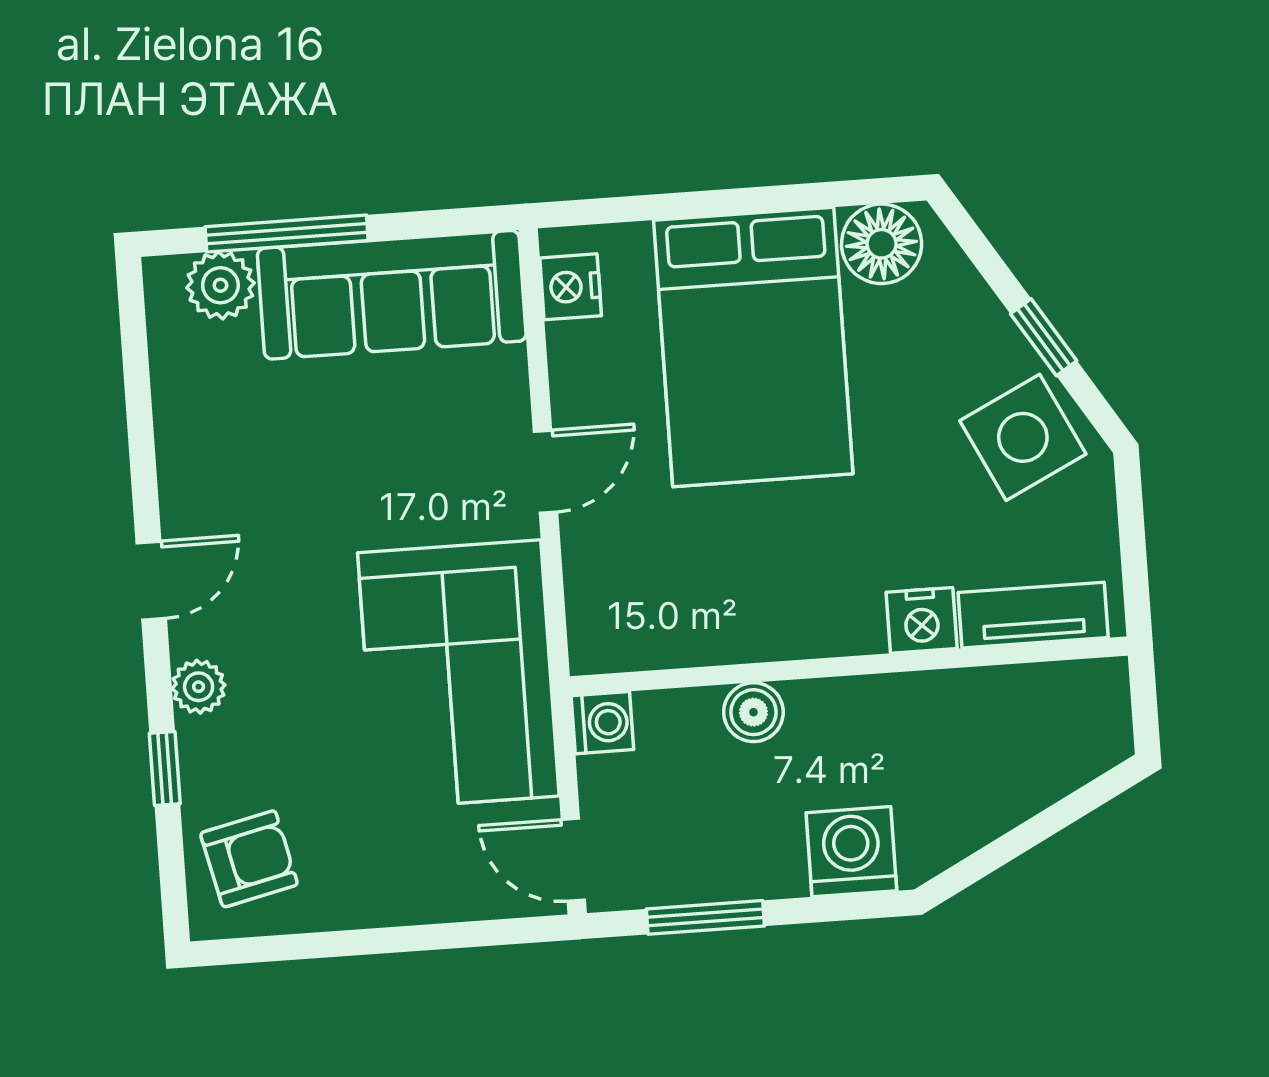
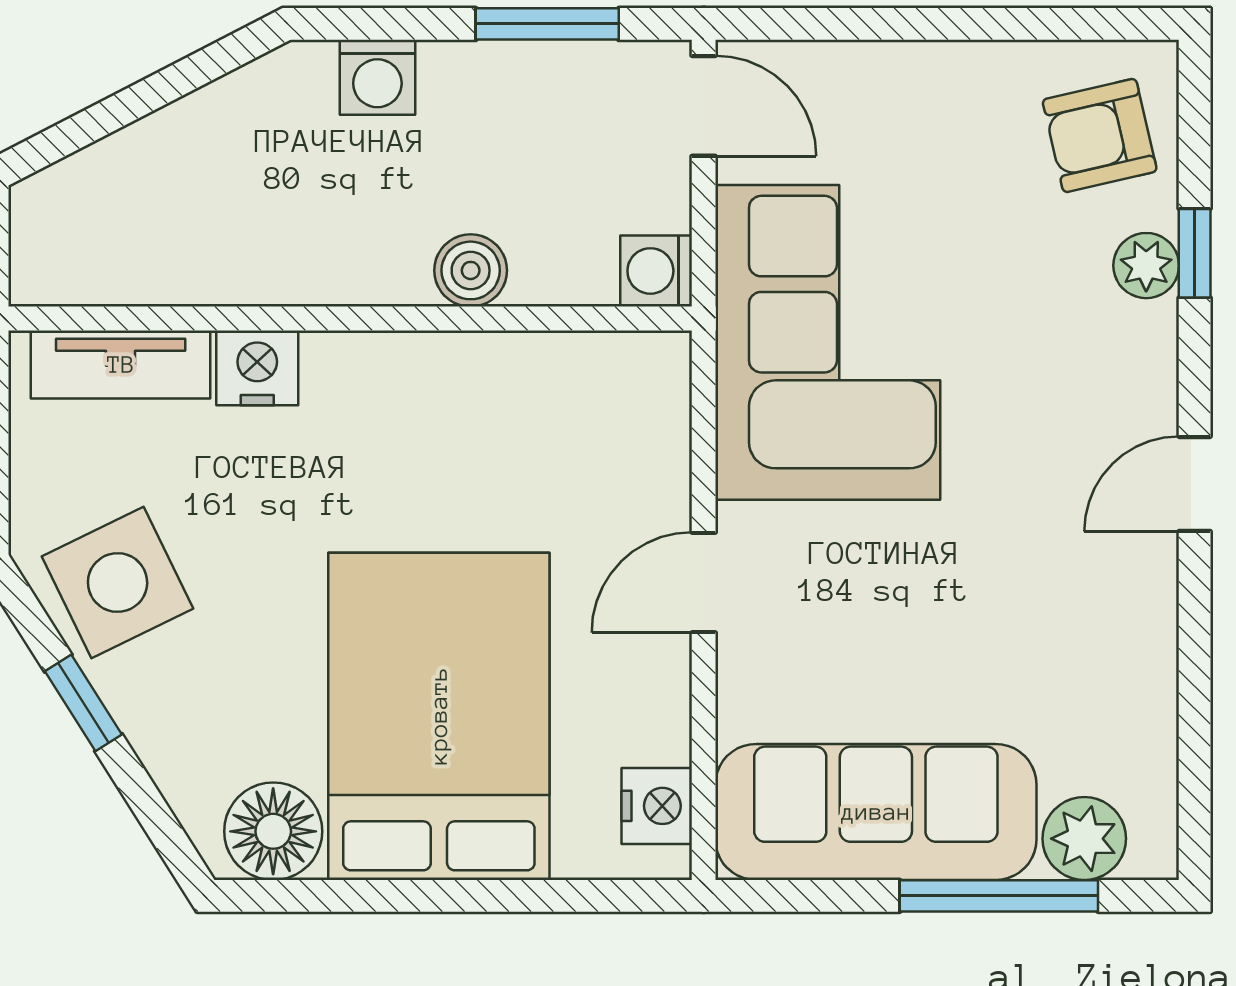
plant: (199, 687) -> (1146, 266), moved
washing machine: (851, 852) -> (377, 77), width x0.73, depth x0.73

